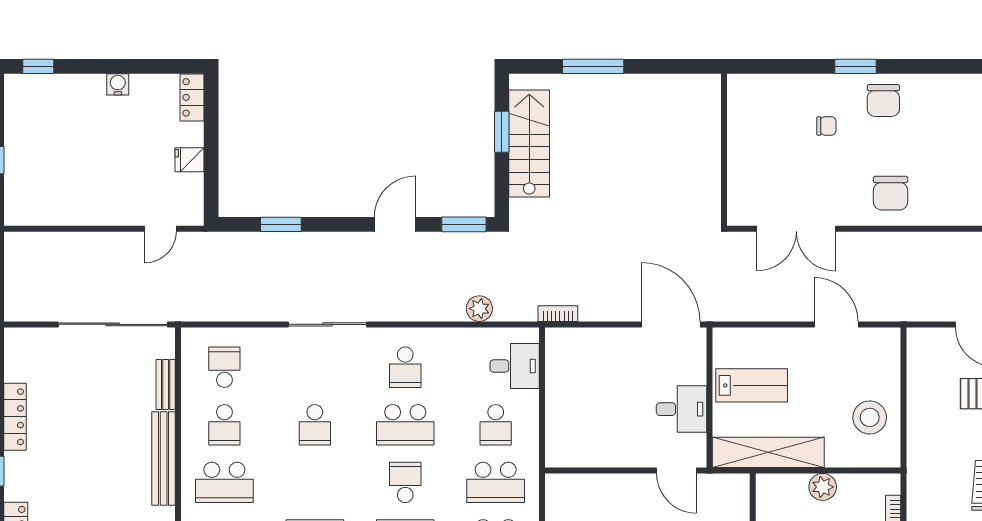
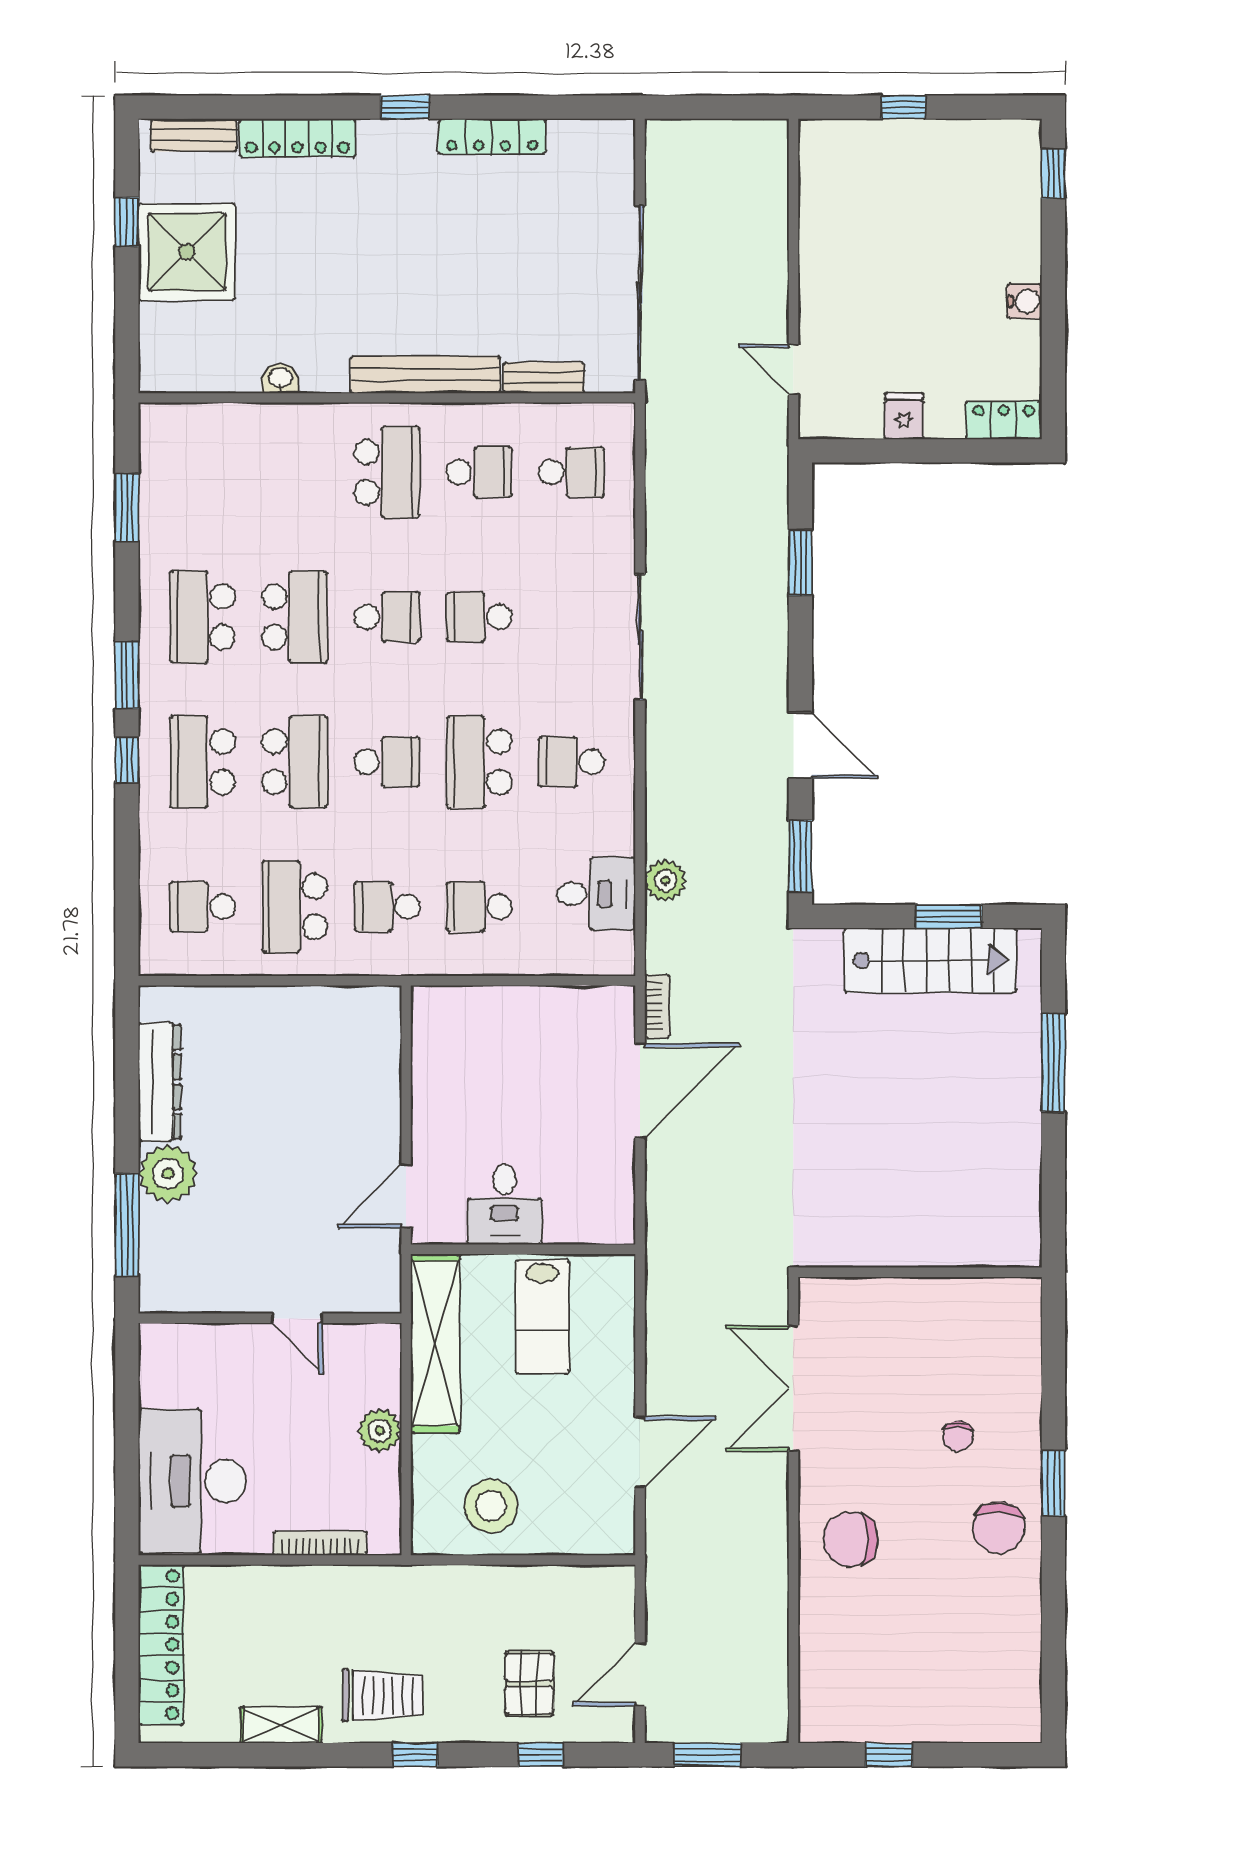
chair: (883, 100) -> (999, 1528), turned -86
door: (671, 324) -> (640, 1091), moved
desk: (515, 366) -> (596, 894), moved, turned -90
school desk: (224, 425) -> (479, 472), turned 180
school desk: (224, 482) -> (387, 472), turned 180
school desk: (315, 482) -> (387, 617), added
school desk: (496, 482) -> (387, 907), width x0.54

